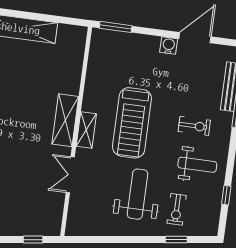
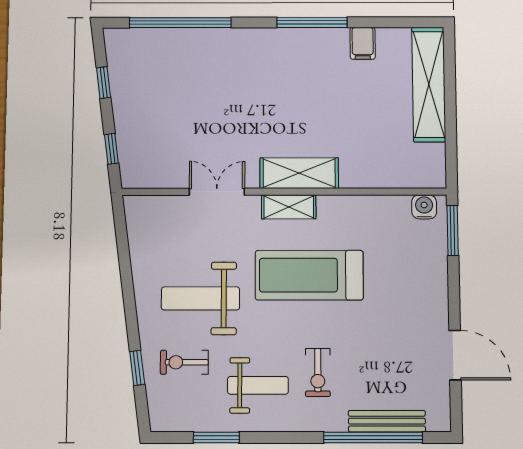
water cooler: (169, 46) -> (424, 207), moved, turned -90
weight bench: (197, 165) -> (258, 385), turned -90
weight bench: (138, 194) -> (200, 298), turned 180
window: (226, 195) -> (216, 437), width x1.50

